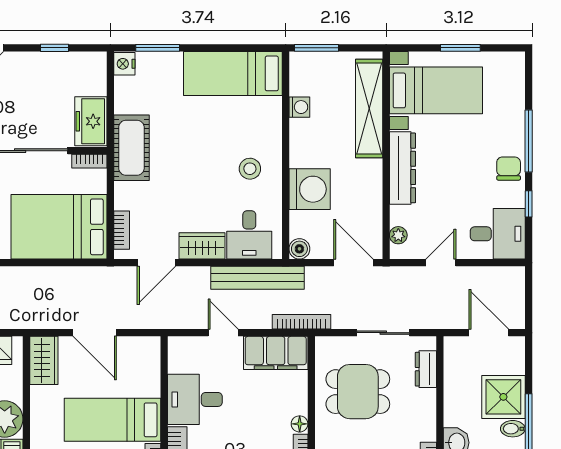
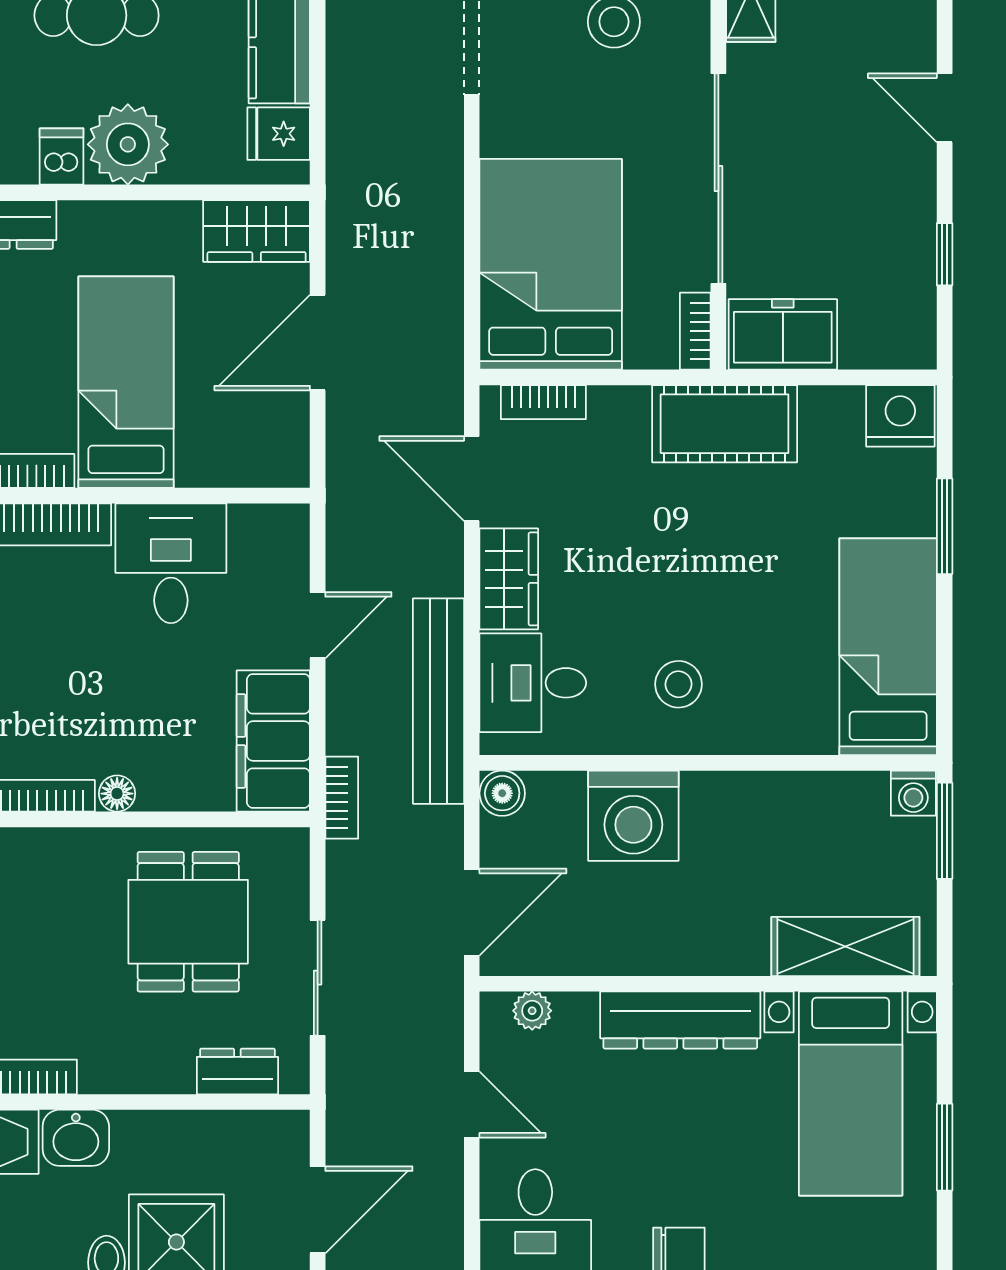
window: (158, 48) -> (945, 526), moved
nightstand: (124, 64) -> (900, 416), width x1.36, depth x1.33
washing machine: (299, 107) -> (913, 793), moved
shelving: (369, 109) -> (845, 946), width x0.68
bookcase: (301, 322) -> (342, 798), width x0.64

